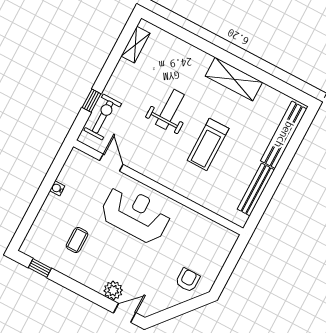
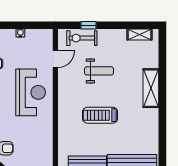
shelving: (234, 79) -> (151, 88), moved
weight bench: (170, 109) -> (99, 71), moved
exercise bike: (103, 117) -> (82, 38), turned 180

